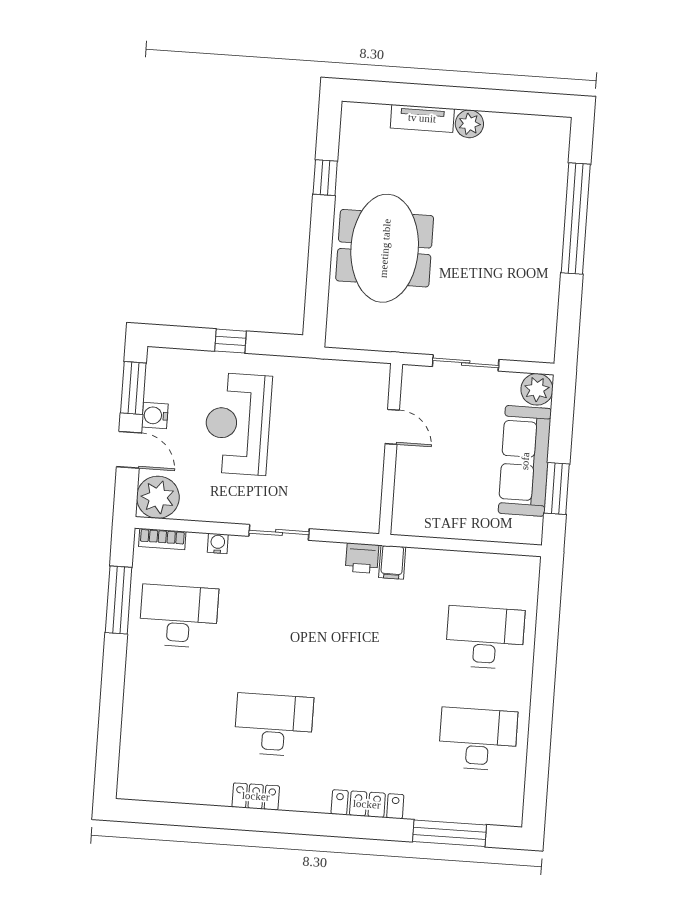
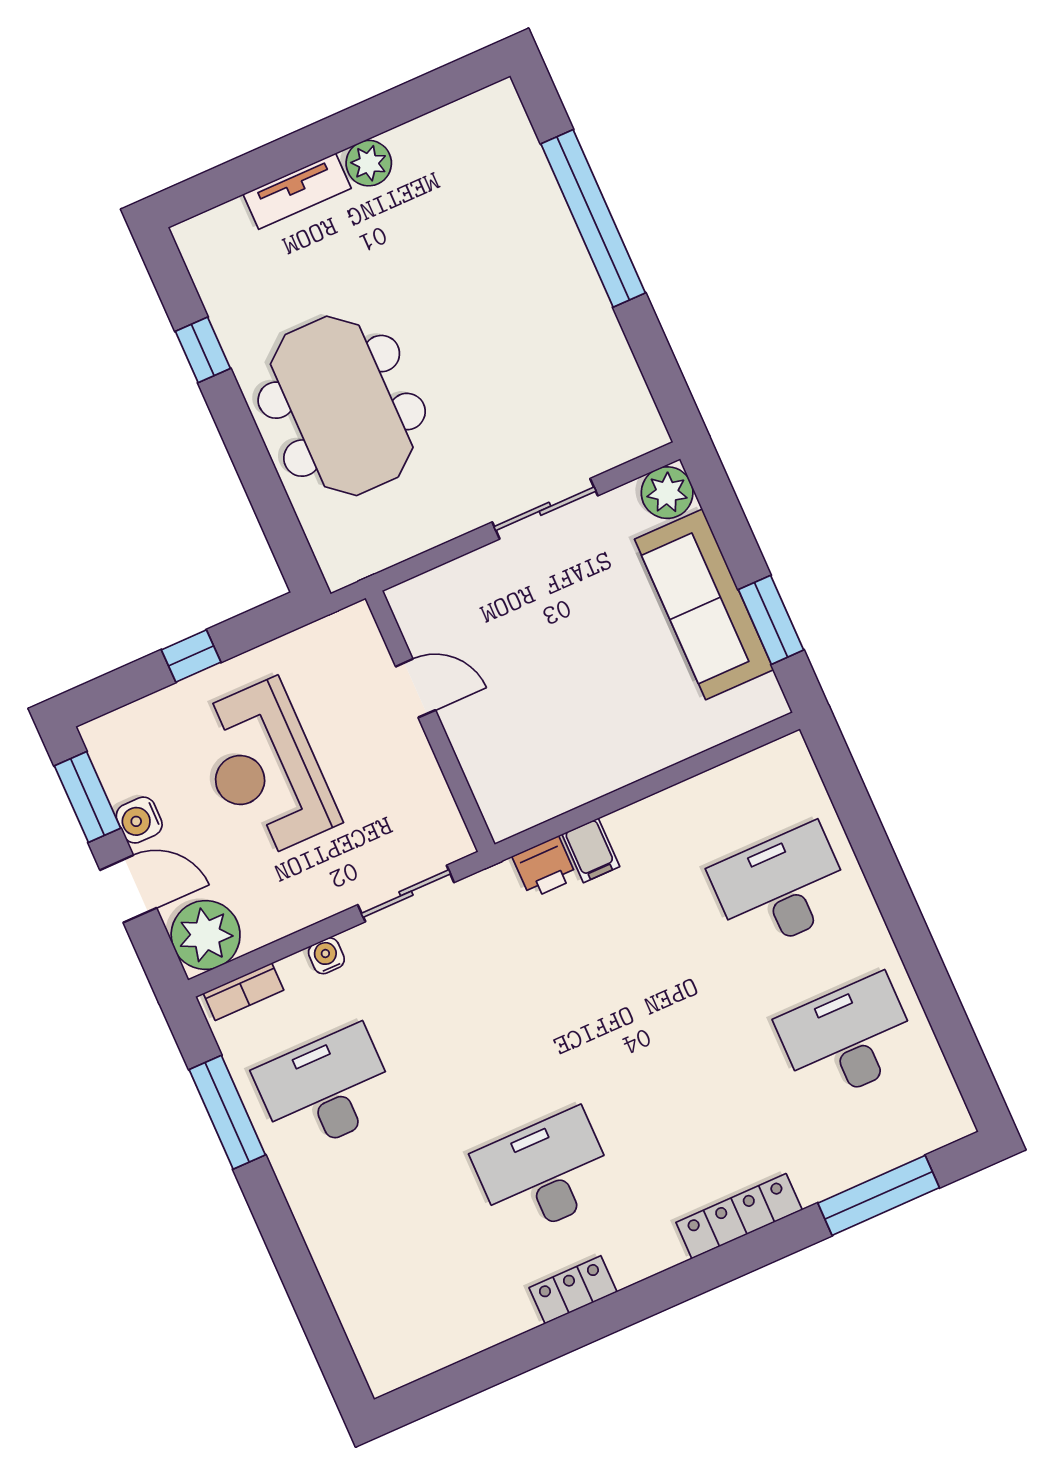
door: (392, 427) -> (416, 688), moved
wall: (391, 449) -> (430, 721), moved

